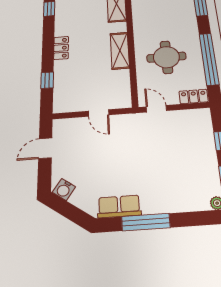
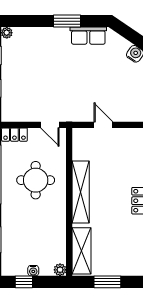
shelving: (120, 51) -> (81, 192), width x1.47
window: (146, 222) -> (67, 21), width x0.69

